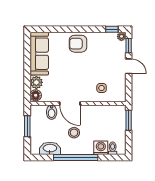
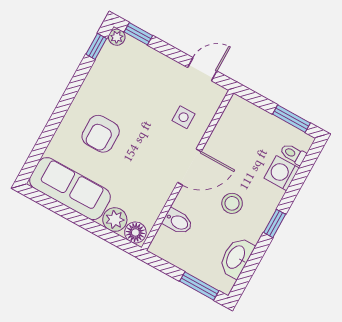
armchair: (78, 44) -> (101, 134), moved
door: (129, 66) -> (202, 69), moved
door: (70, 103) -> (189, 167), moved
window: (129, 120) -> (291, 119), moved
window: (27, 126) -> (199, 286), moved
window: (76, 158) -> (275, 223), width x0.32

